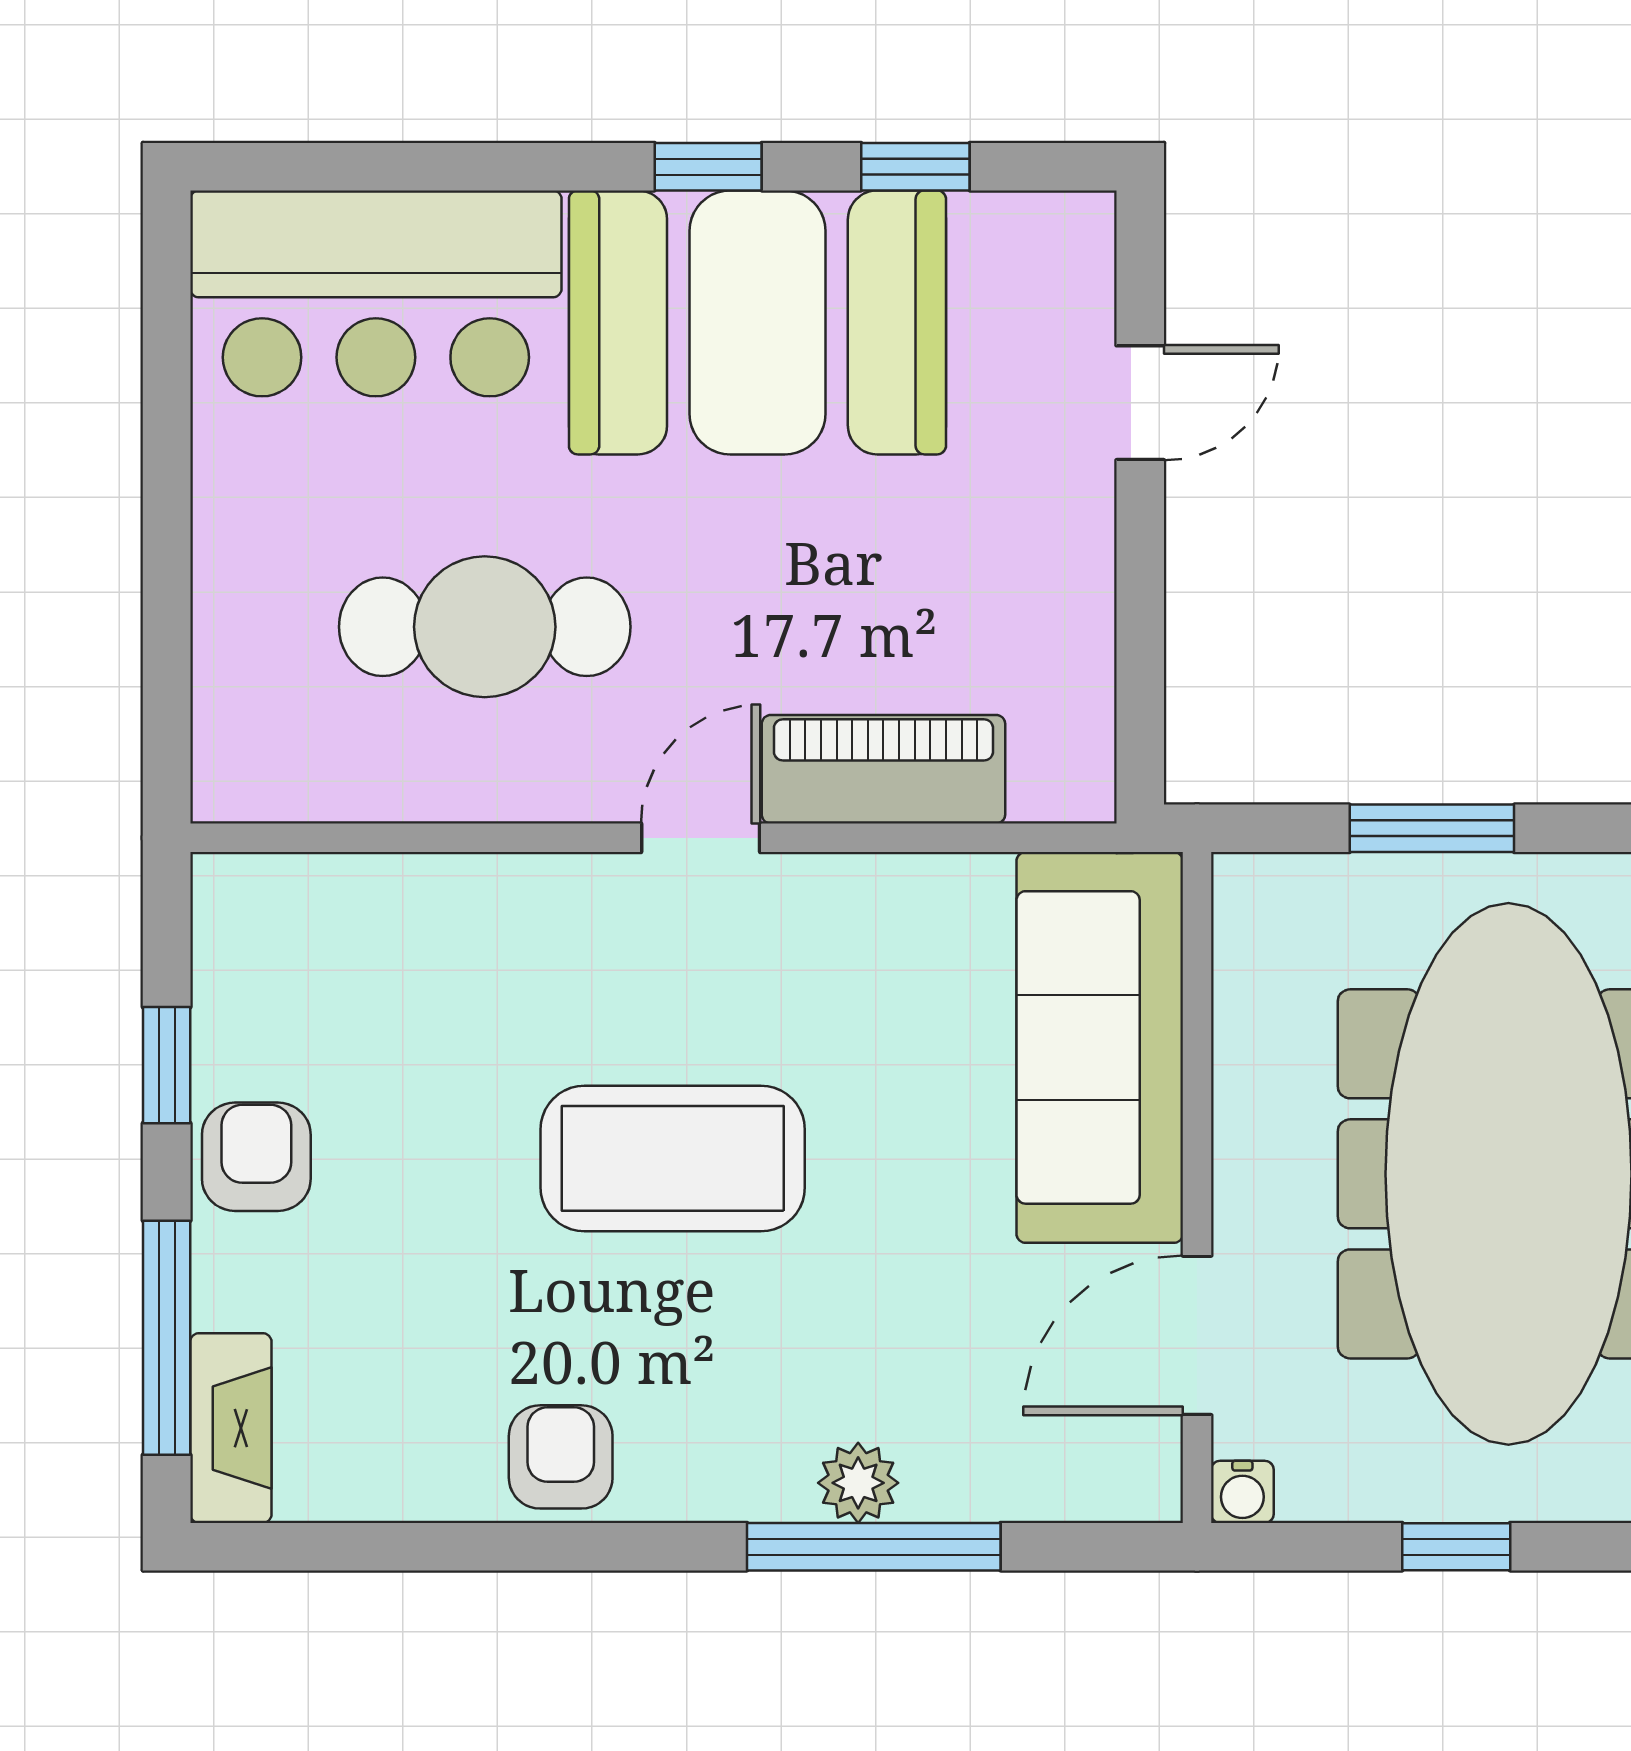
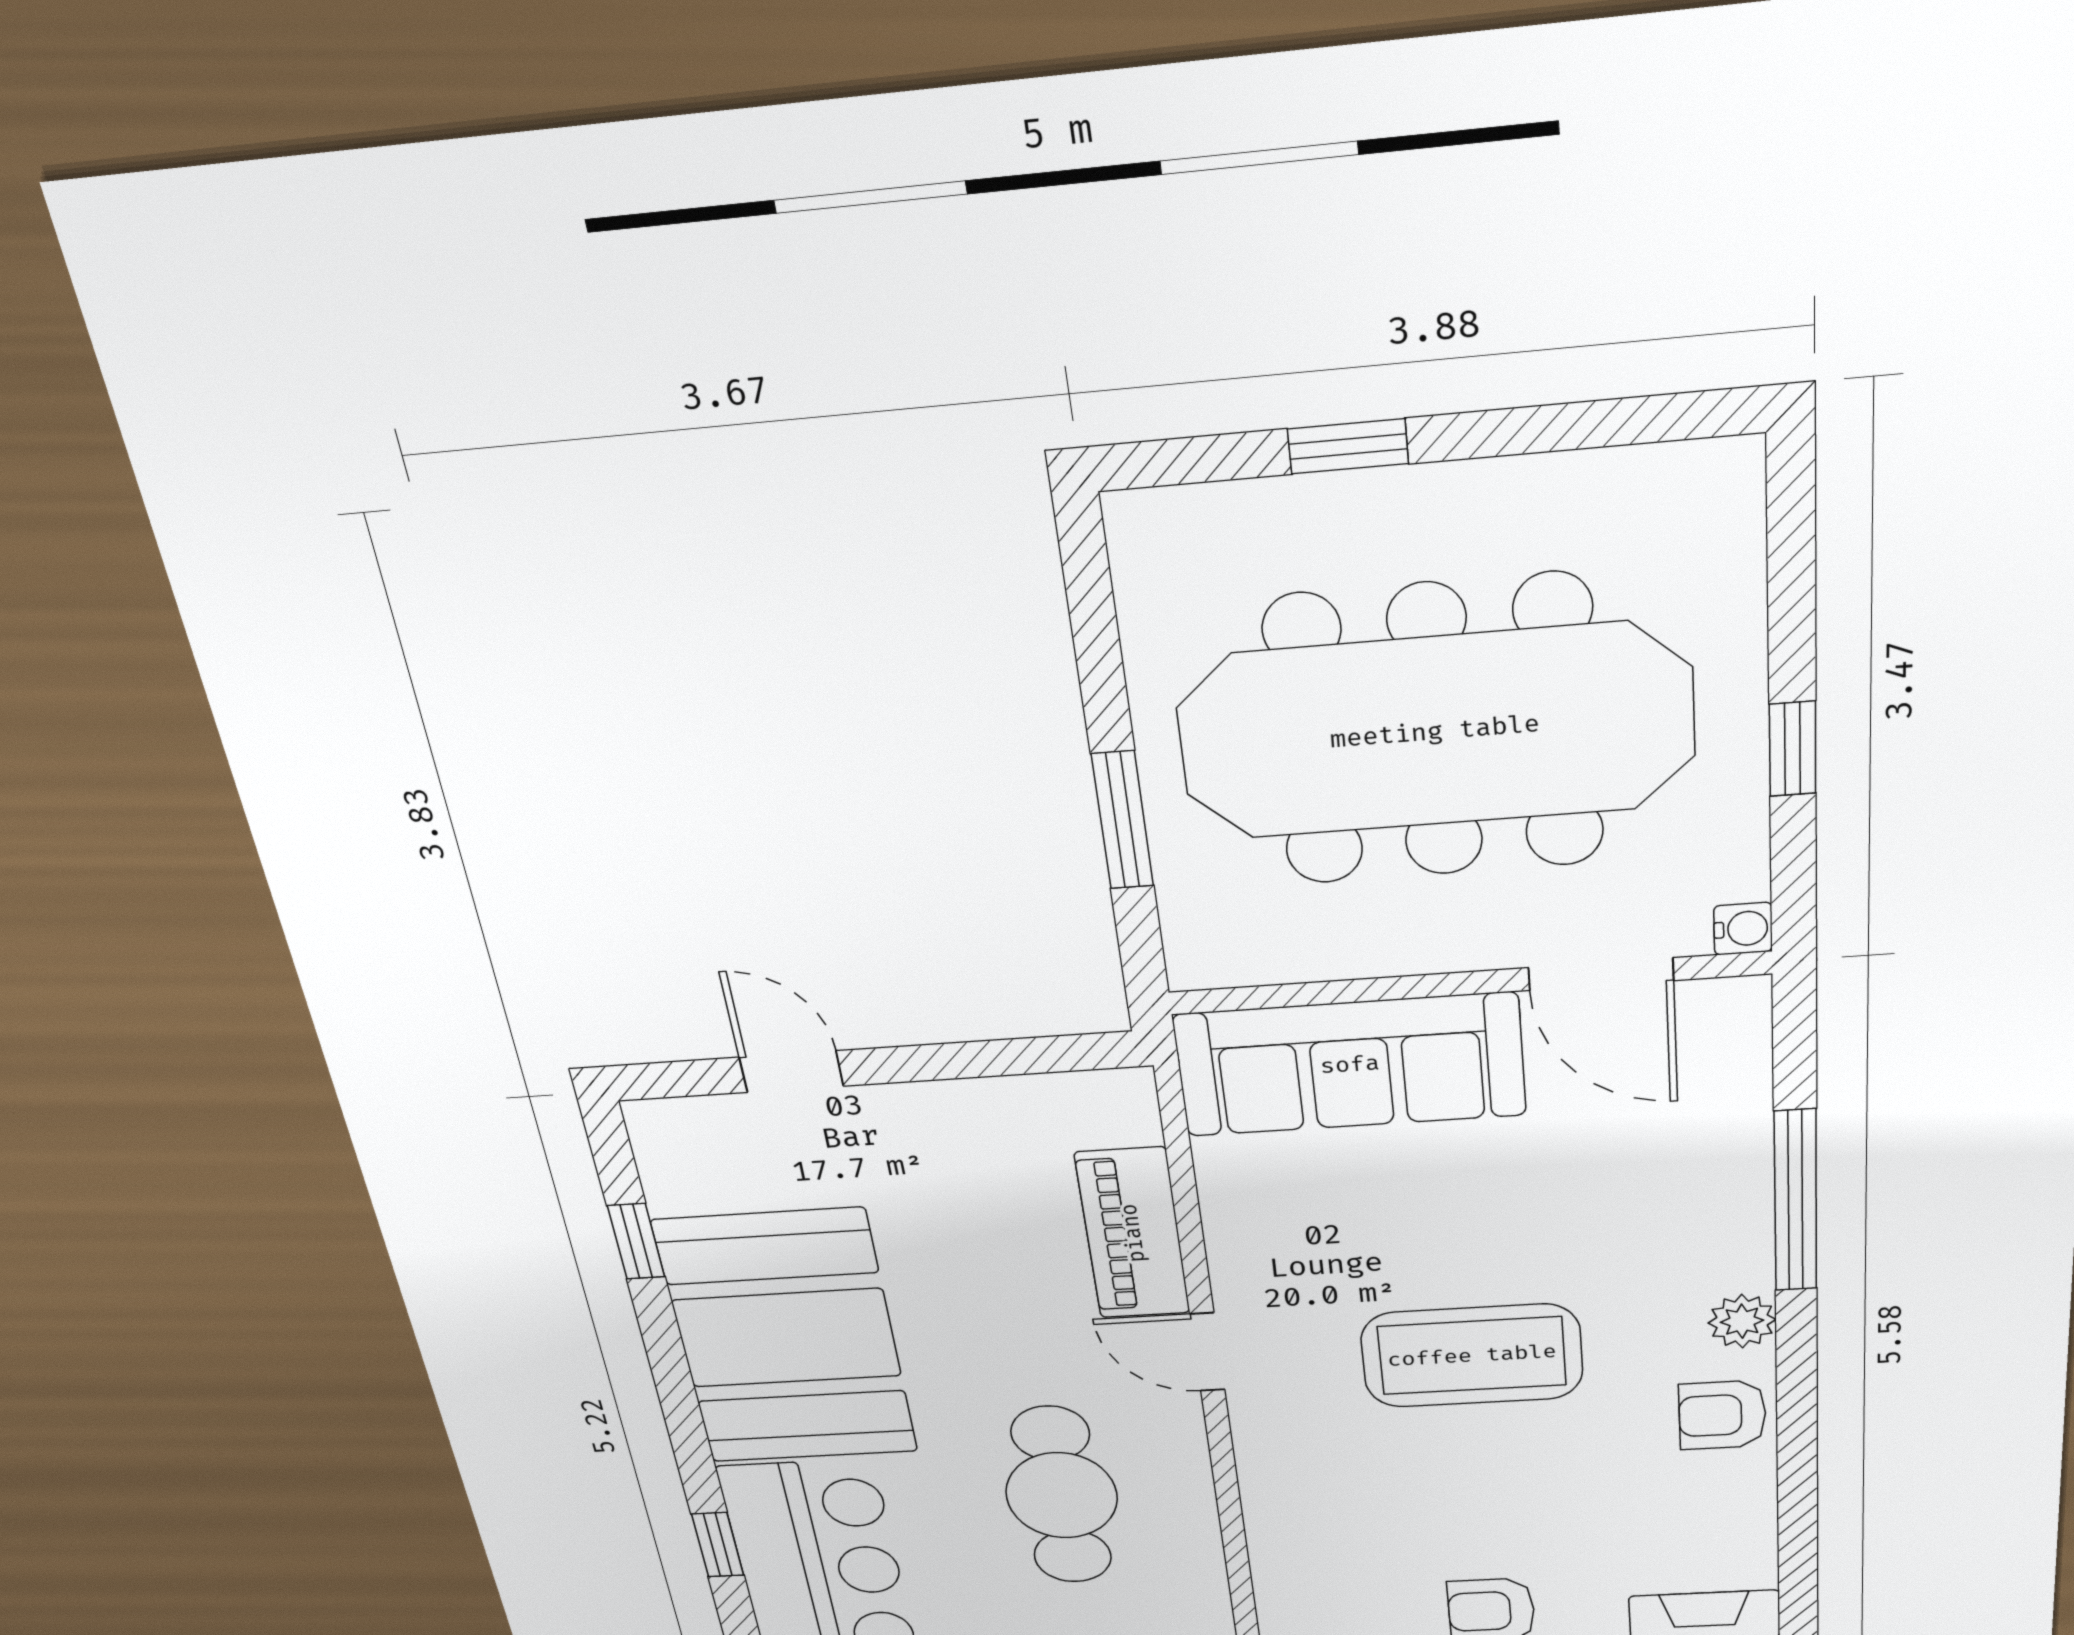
window: (708, 167) -> (718, 1545), moved
coffee table: (673, 1158) -> (1472, 1356), turned 90
plant: (858, 1483) -> (1742, 1321), moved

